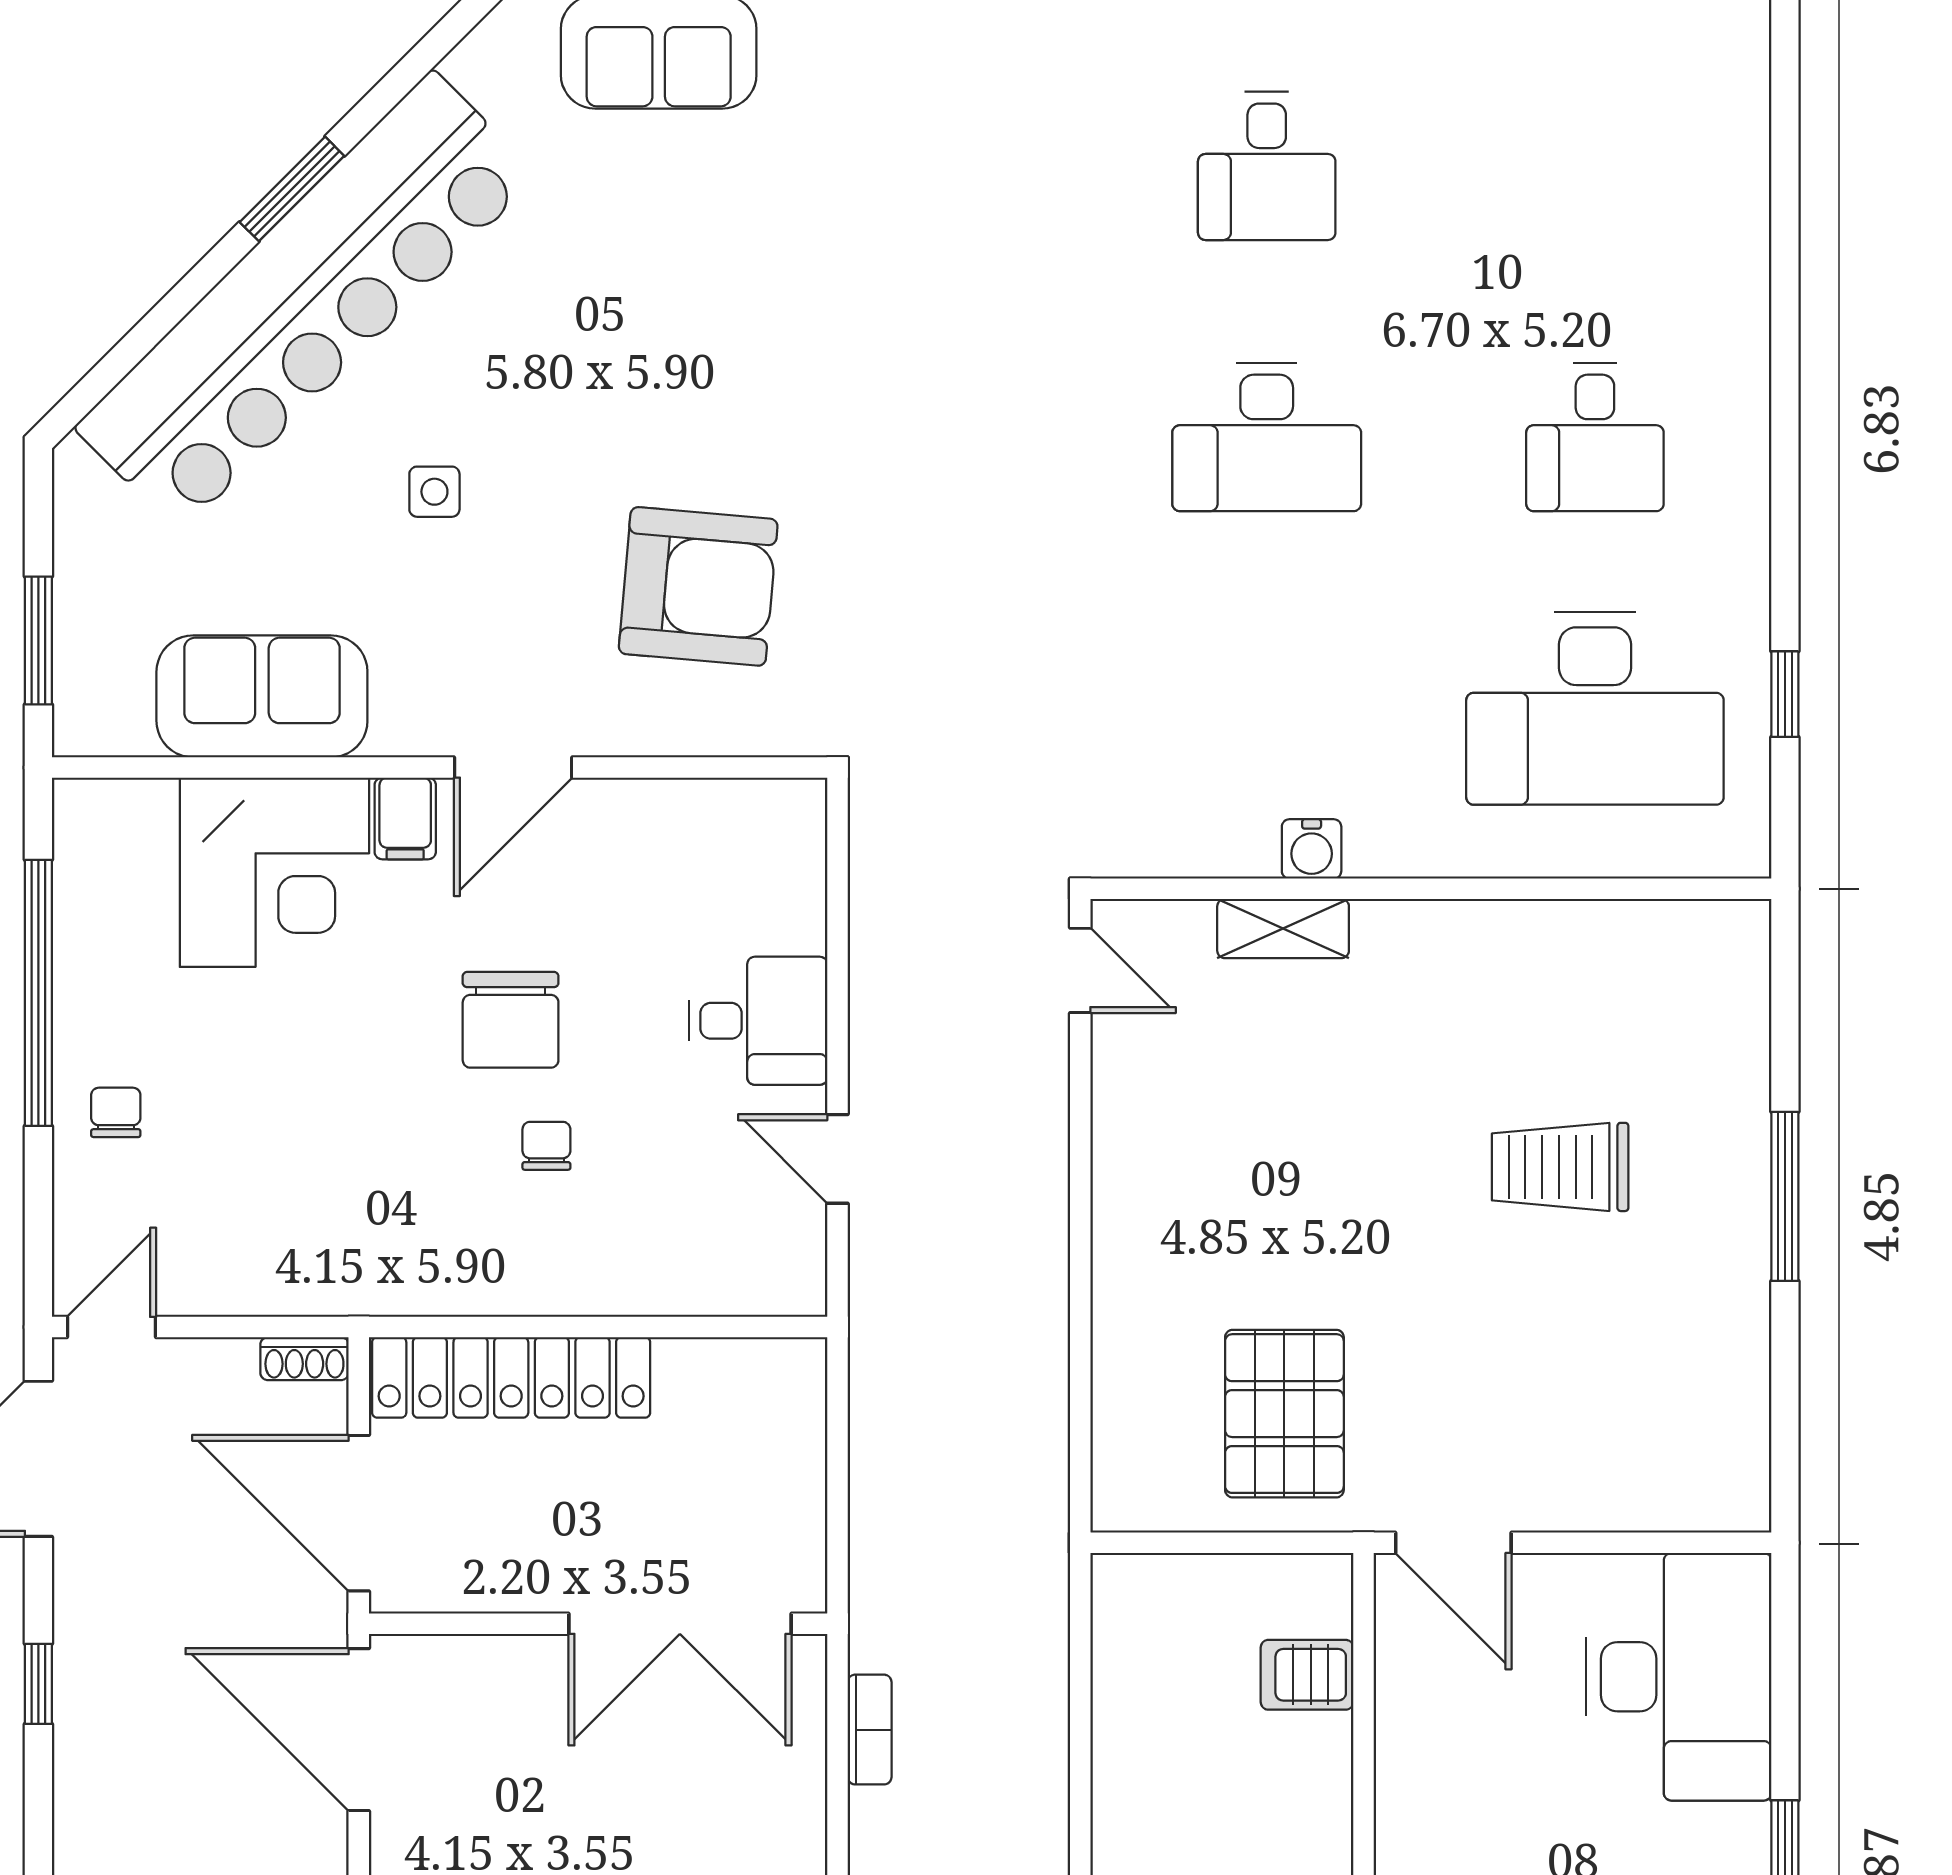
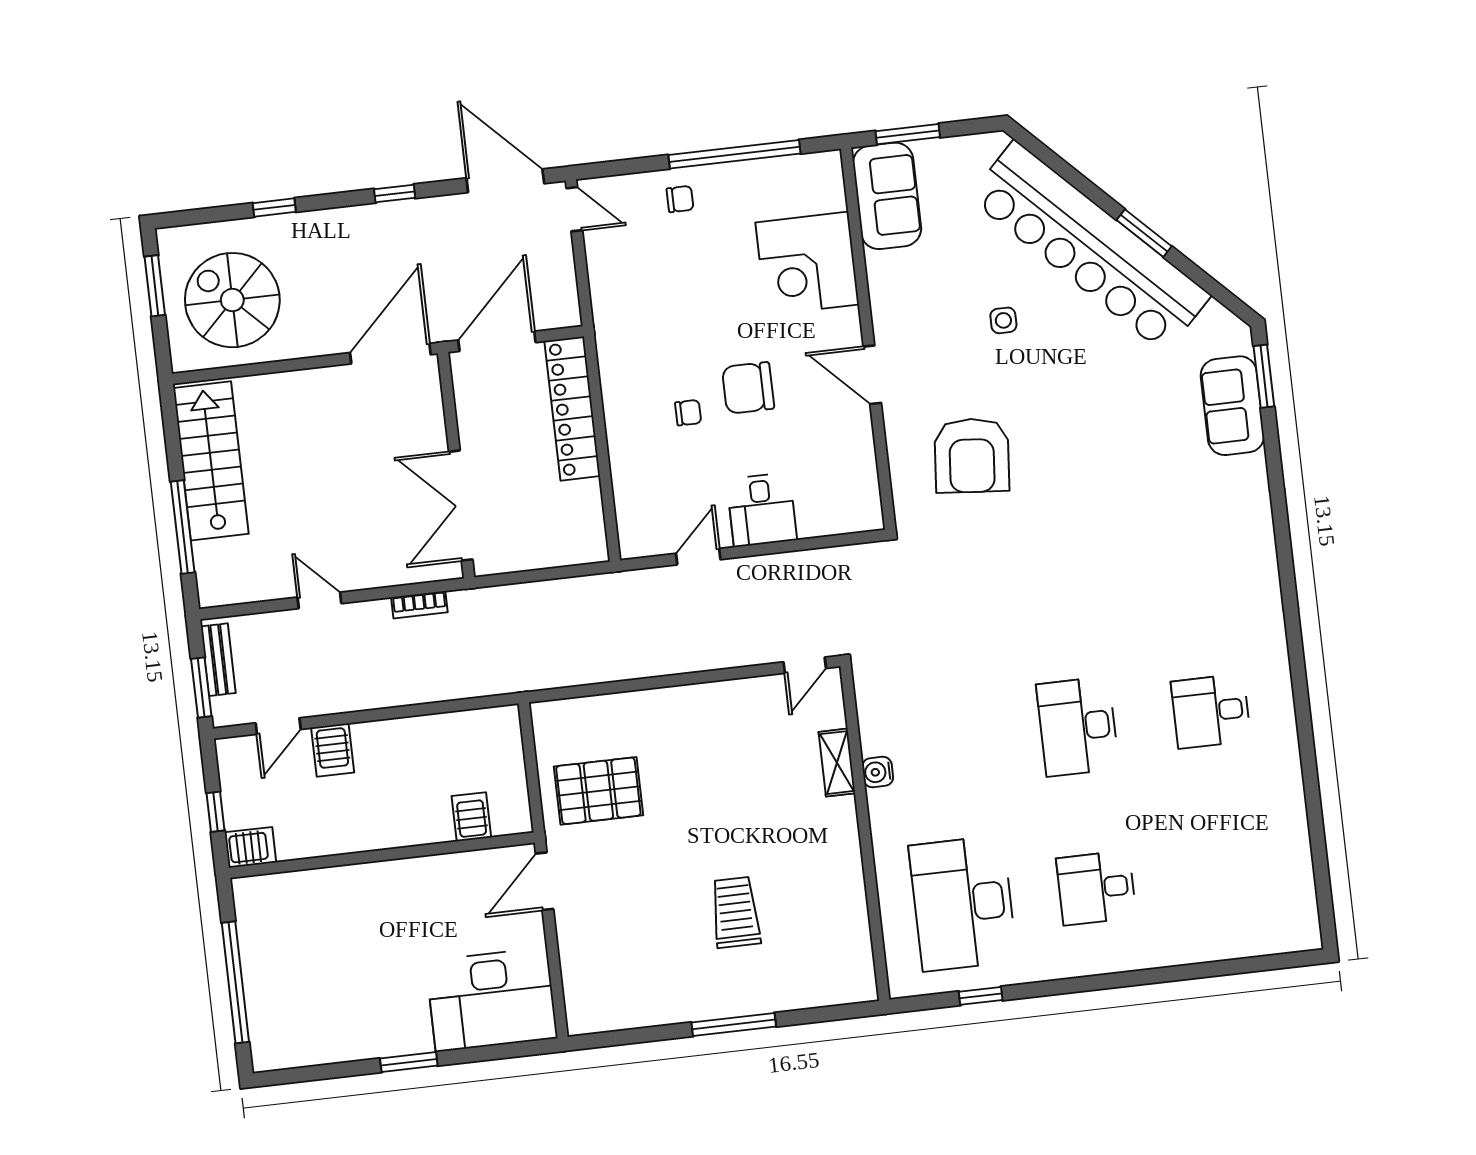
sofa: (262, 696) -> (887, 196), moved
filing cabinet: (405, 818) -> (841, 325), removed
shoe rack: (304, 1359) -> (570, 306), removed

